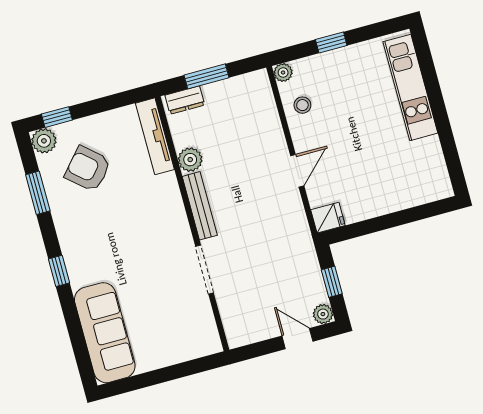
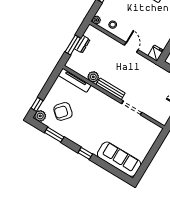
dresser: (185, 100) -> (82, 44), moved

